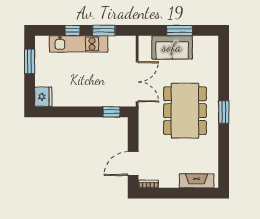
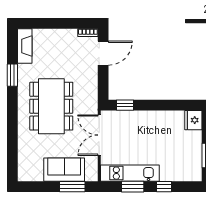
window: (180, 30) -> (72, 187), moved
kitchen unit: (79, 44) -> (130, 173), moved
window: (224, 112) -> (12, 75), moved
fireplace: (197, 181) -> (25, 46), moved, turned -90

